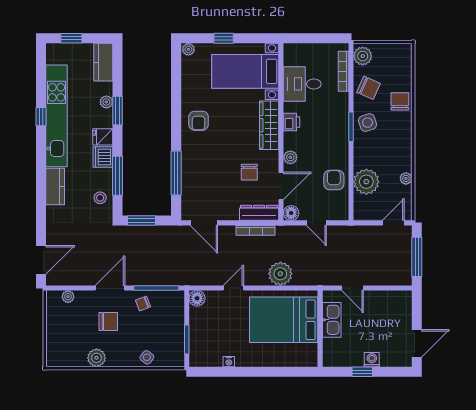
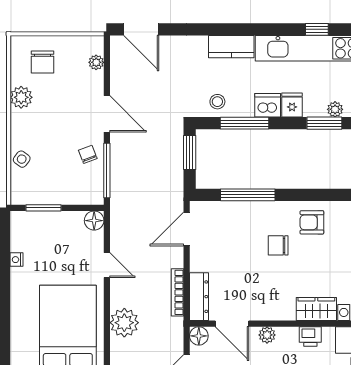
wardrobe: (269, 125) -> (316, 309), width x0.67
chair: (249, 172) -> (278, 245), moved
chair: (108, 322) -> (43, 62), moved

